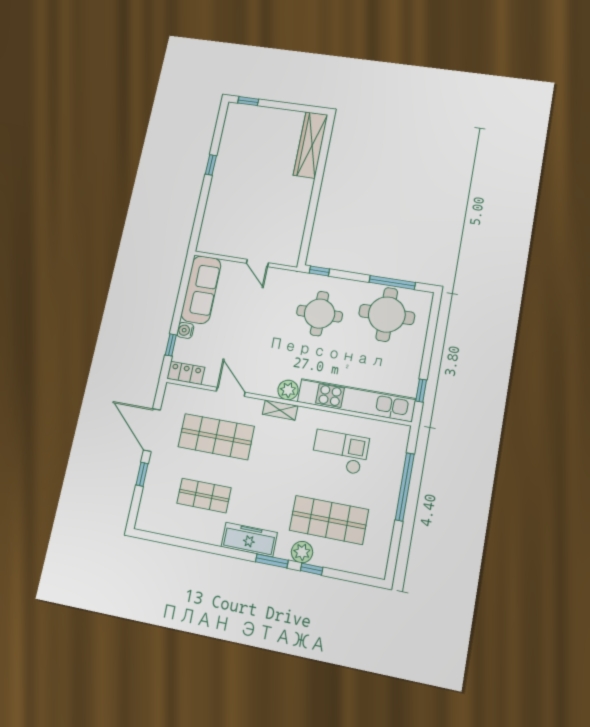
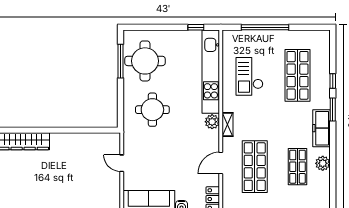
door: (257, 263) -> (122, 163), swing flipped
window: (319, 271) -> (120, 116), removed
plant: (302, 552) -> (323, 163), moved

